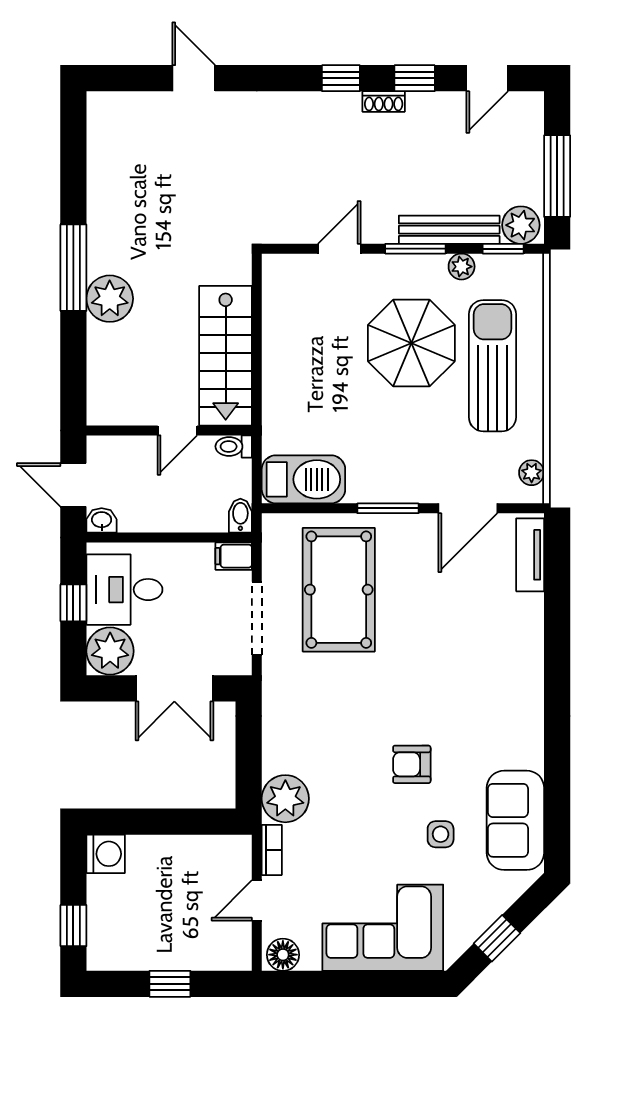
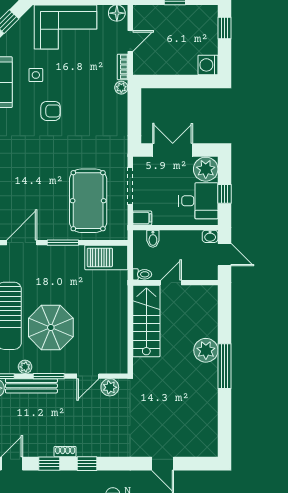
plant: (297, 227) -> (110, 387), added
bidet: (240, 516) -> (153, 239), moved
plant: (285, 799) -> (121, 88), width x0.53, depth x0.53

